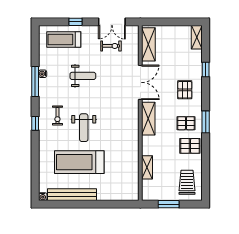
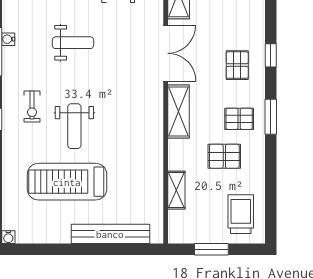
window: (206, 69) -> (271, 55), moved
pallet: (190, 146) -> (224, 156), moved
bench: (72, 195) -> (110, 234), moved

